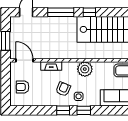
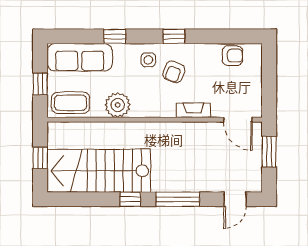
plant: (85, 69) -> (118, 105), moved
armchair: (22, 87) -> (232, 56), moved
window: (84, 110) -> (115, 36), moved

